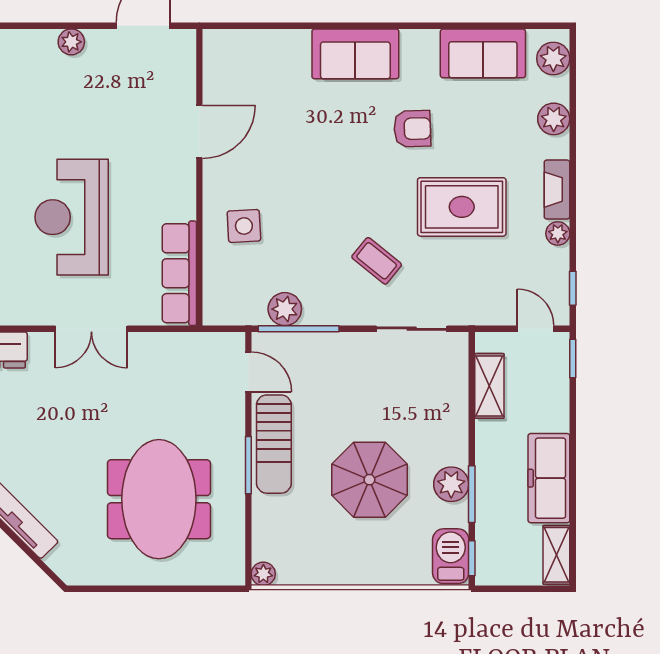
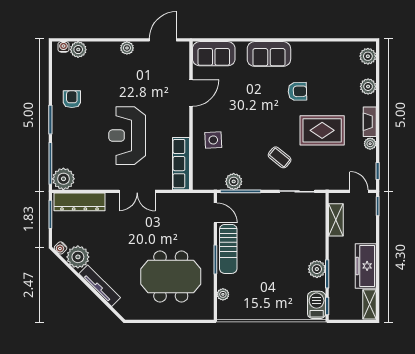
sofa: (483, 53) -> (214, 54), moved
parasol: (369, 480) -> (276, 267), removed
meeting table: (159, 499) -> (171, 276), turned 90
plant: (263, 574) -> (223, 294), moved

